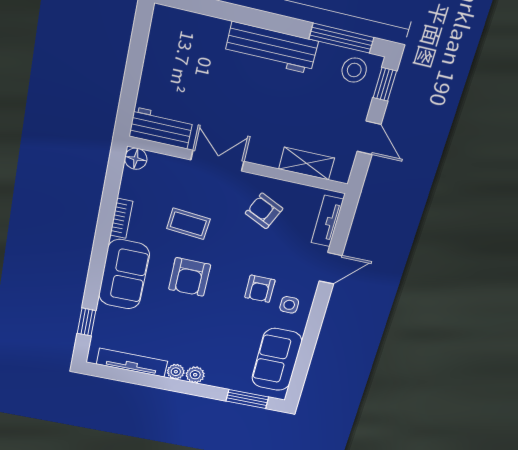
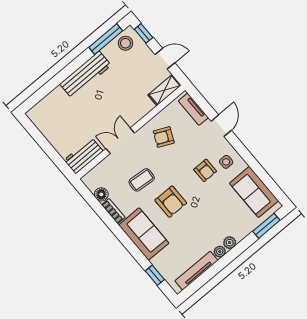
floor lamp: (136, 159) -> (101, 194), moved
shelving: (307, 164) -> (165, 90), moved

